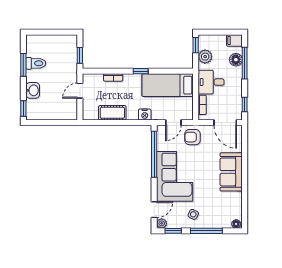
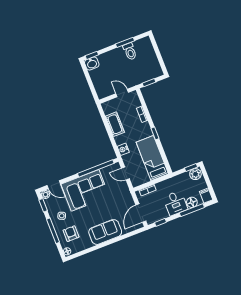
plant: (205, 57) -> (195, 174), moved
desk: (211, 82) -> (175, 203), moved, turned 180
washbasin: (33, 90) -> (92, 63), moved
armchair: (193, 137) -> (71, 234), moved

